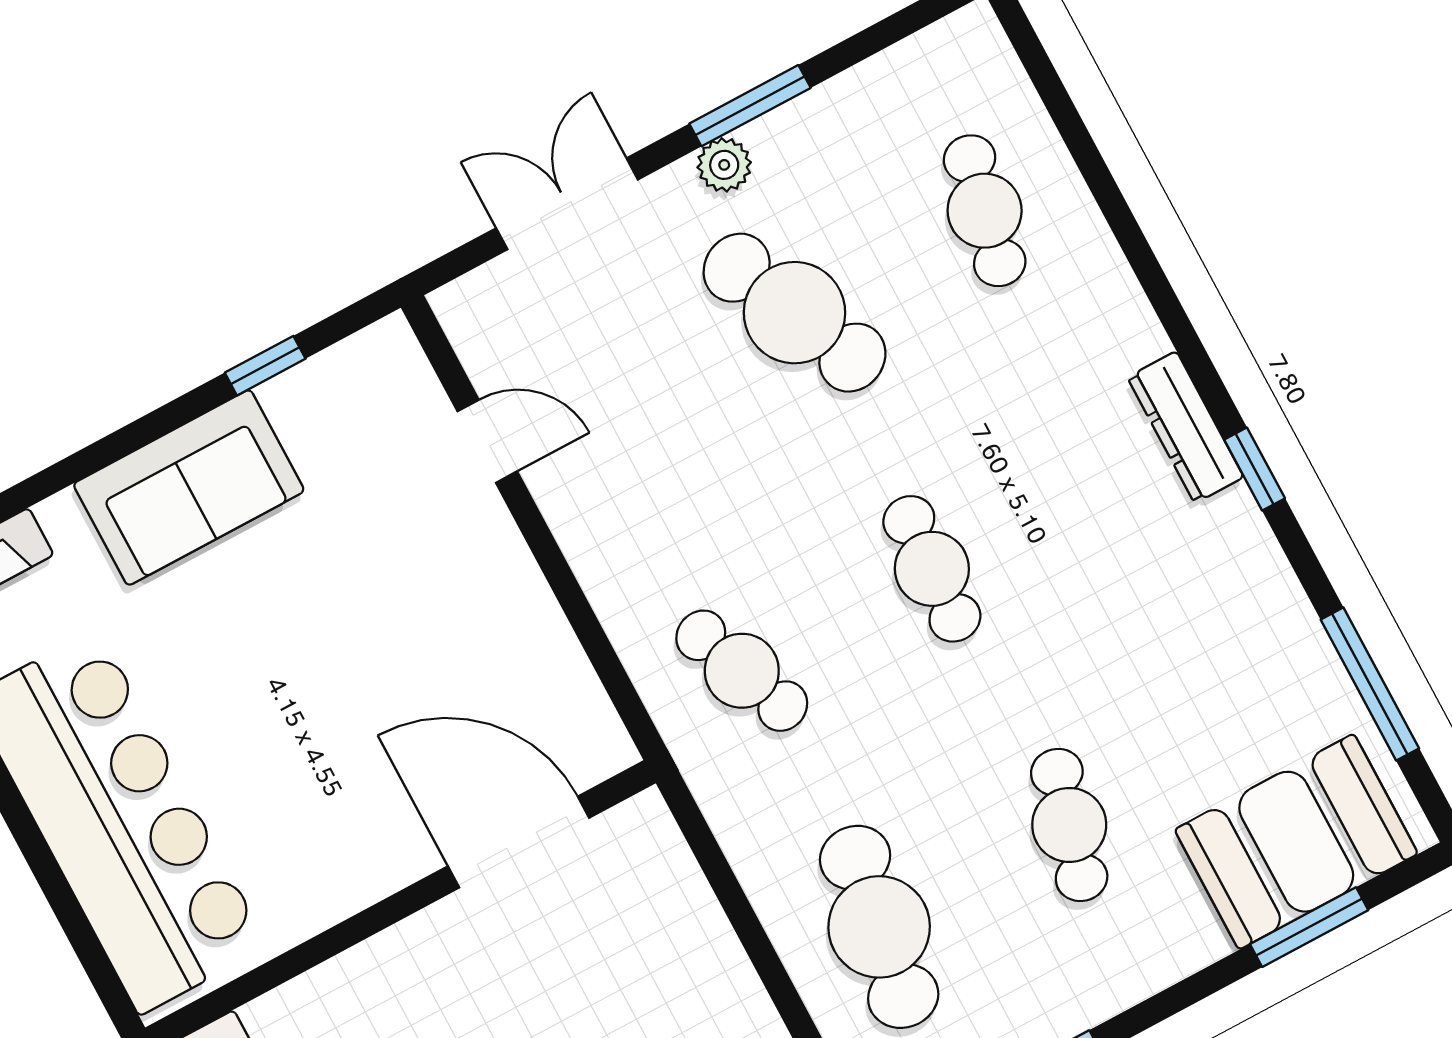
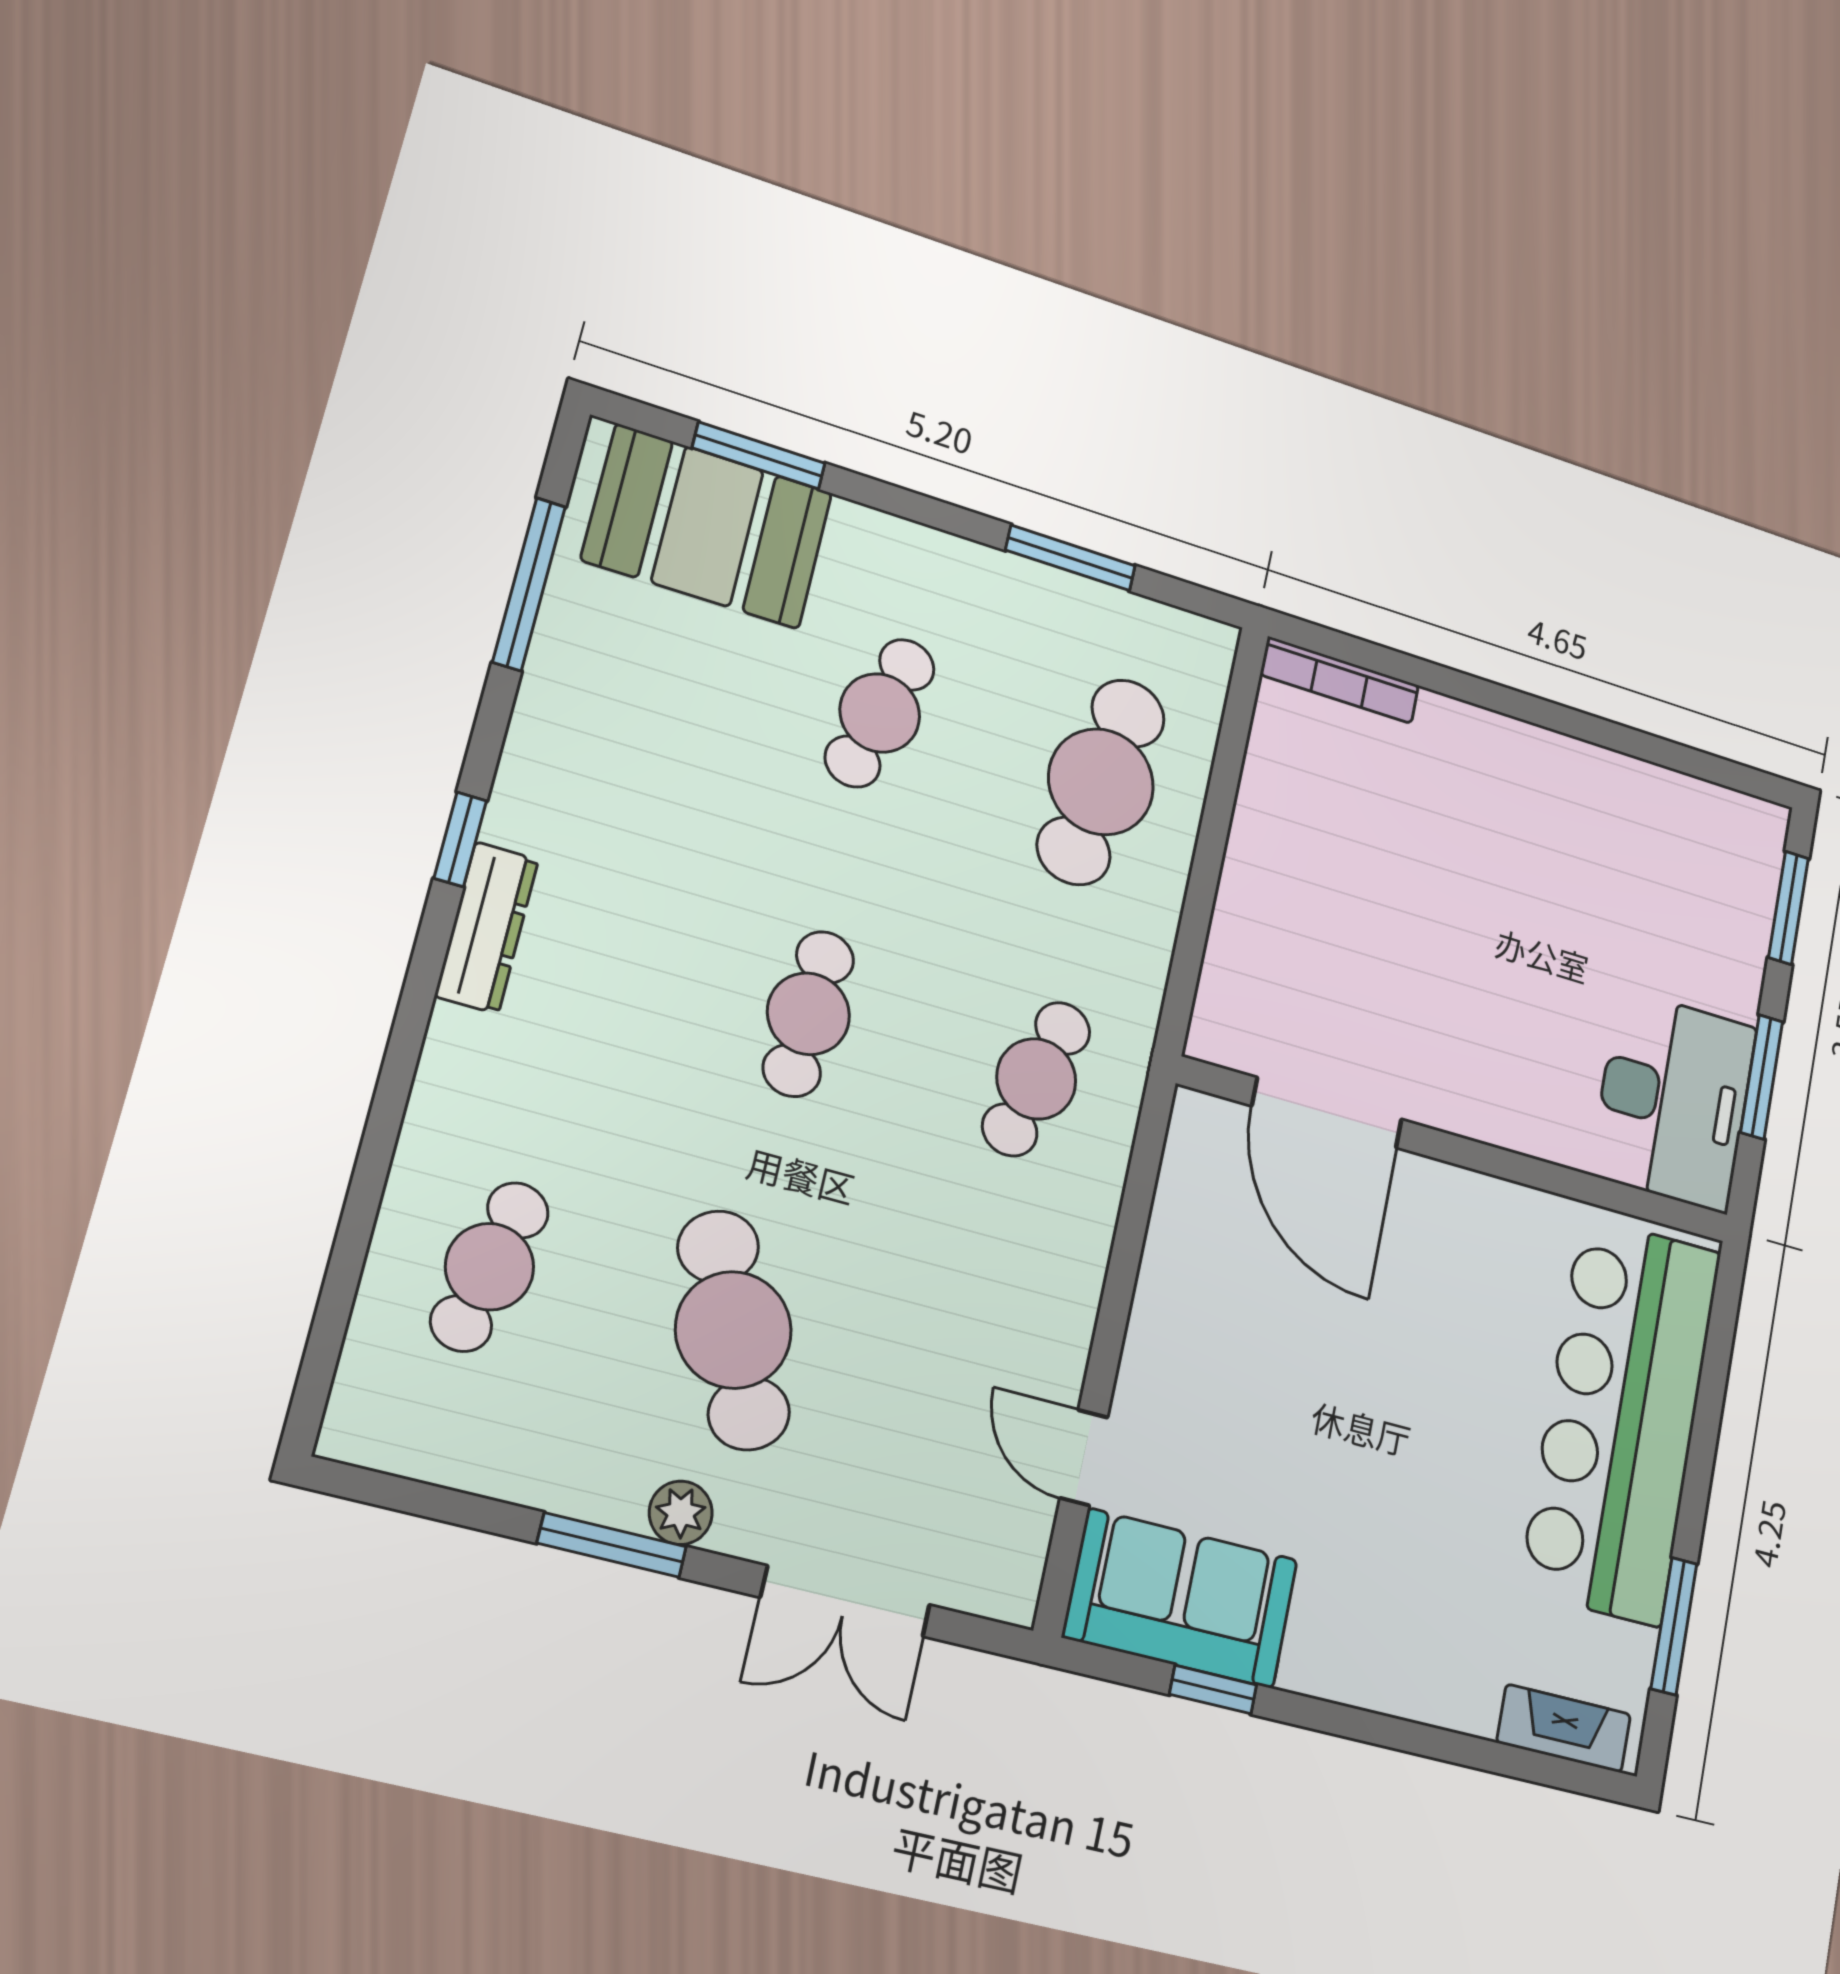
sofa: (189, 488) -> (1181, 1598), moved
cafe table: (742, 671) -> (1036, 1079), turned 36

